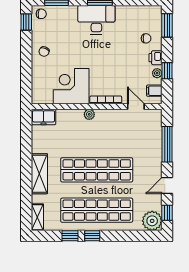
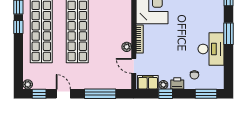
desk: (96, 20) -> (211, 49), moved
filing cabinet: (154, 91) -> (148, 82), width x2.00
door: (136, 106) -> (134, 66), swing flipped
plant: (89, 114) -> (127, 47), moved
plant: (152, 221) -> (28, 84), width x0.53, depth x0.53

